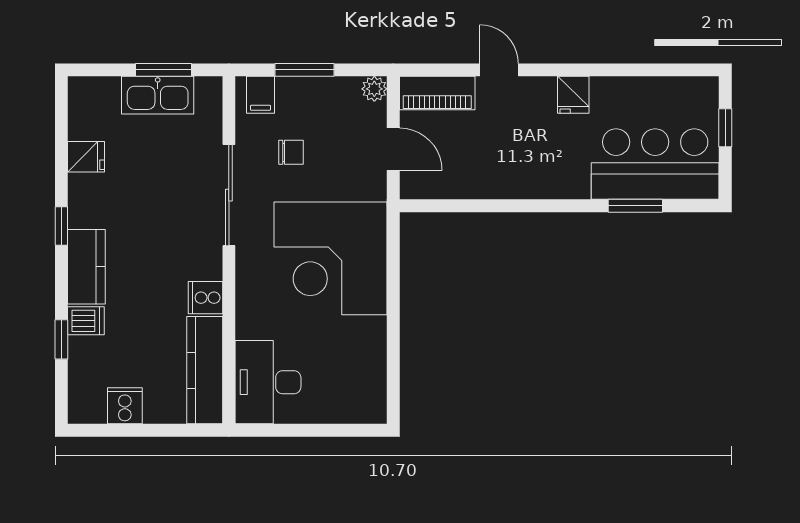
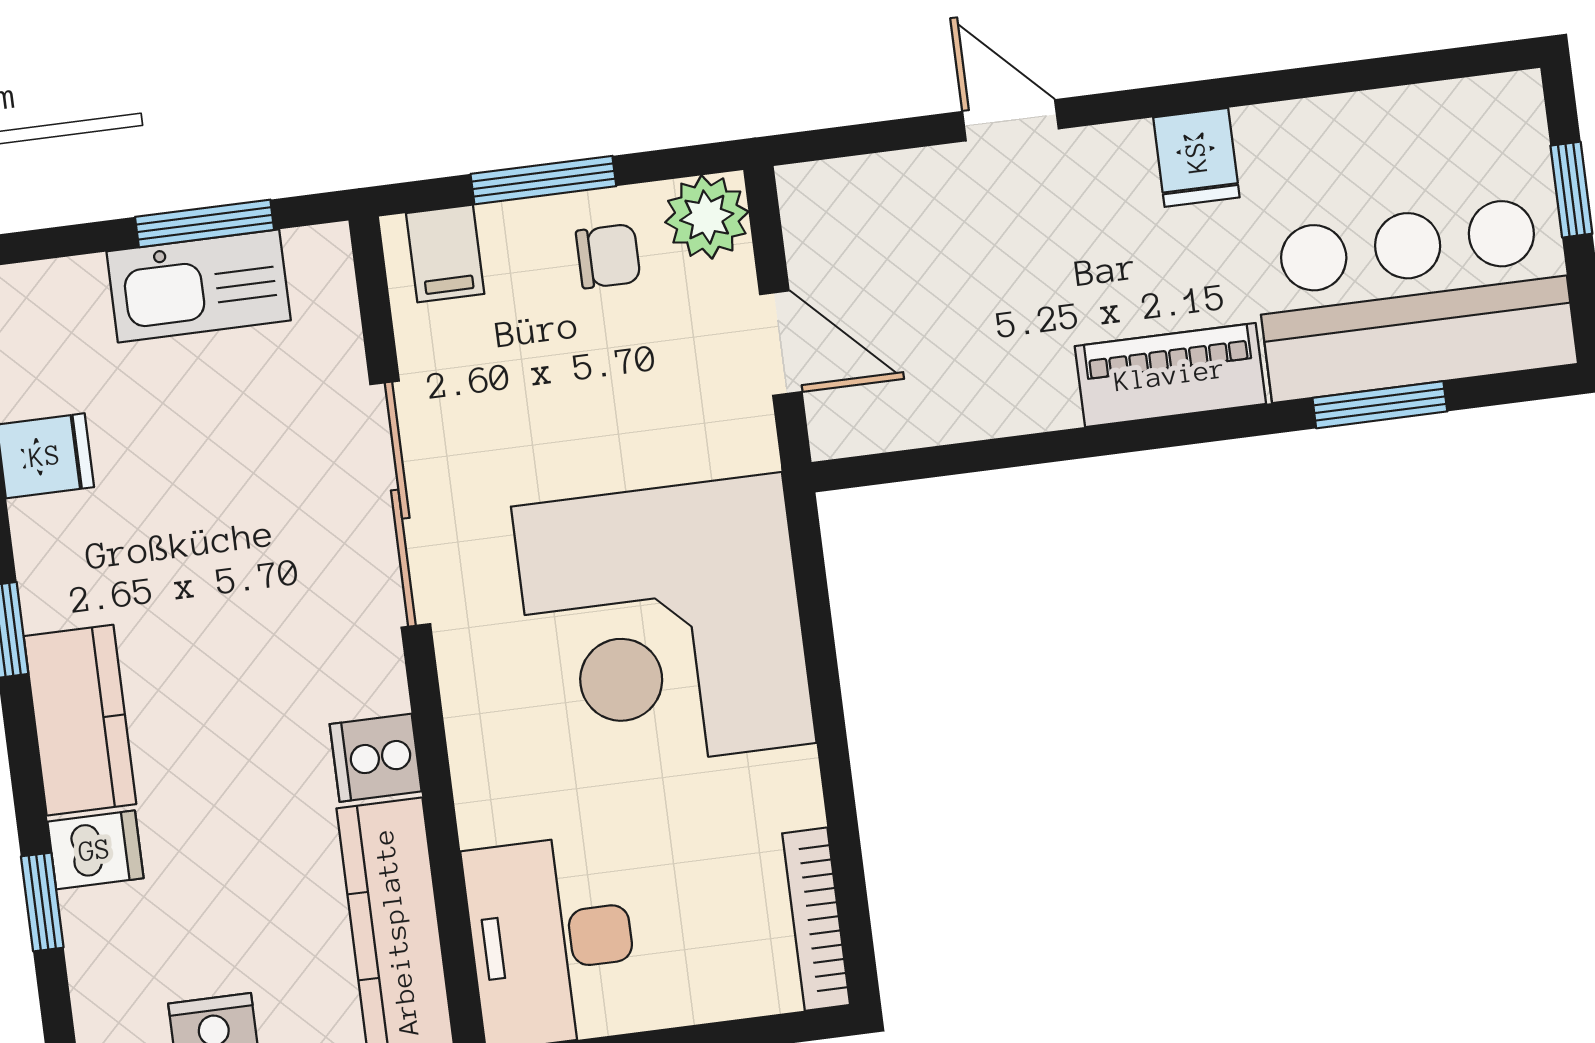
plant: (374, 89) -> (707, 217), width x1.38, depth x1.38
piano: (437, 93) -> (1170, 375), moved, turned 180
chair: (291, 152) -> (608, 256), moved
bookcase: (377, 387) -> (816, 919), added

